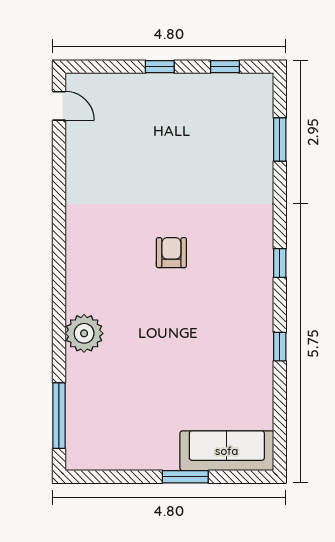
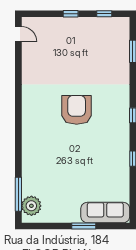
armchair: (171, 253) -> (77, 110), width x1.88, depth x1.88
plant: (84, 333) -> (31, 206), moved

